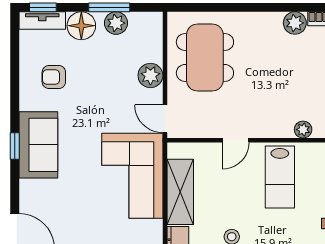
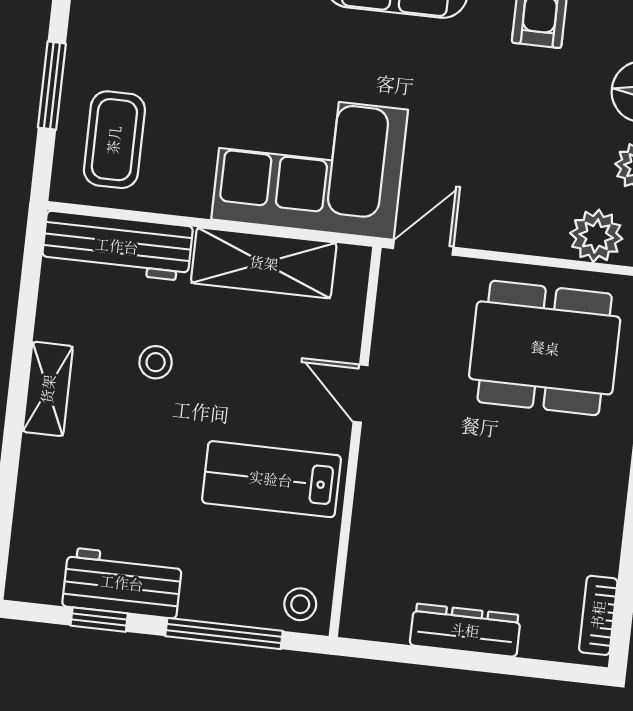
plant: (295, 23) -> (597, 548), removed
plant: (150, 75) -> (596, 236), moved
plant: (303, 130) -> (367, 540), removed

